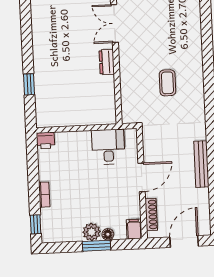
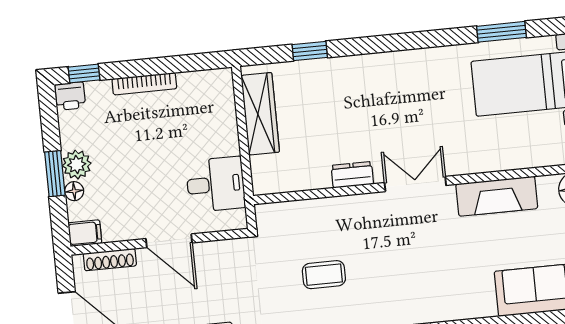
wardrobe: (66, 117) -> (260, 114), added
printer: (45, 140) -> (70, 96), moved, turned -90
bookcase: (44, 195) -> (144, 84), width x1.56

